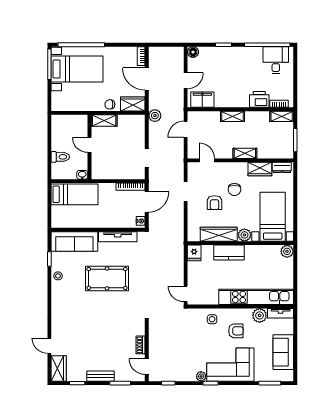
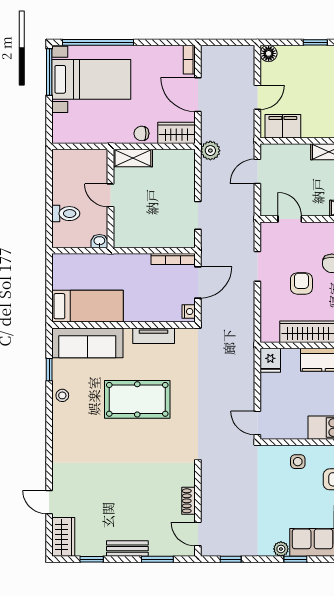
bed: (74, 194) -> (88, 306), moved
armchair: (215, 203) -> (301, 283), turned 180
tv unit: (118, 237) -> (154, 336), width x0.71

